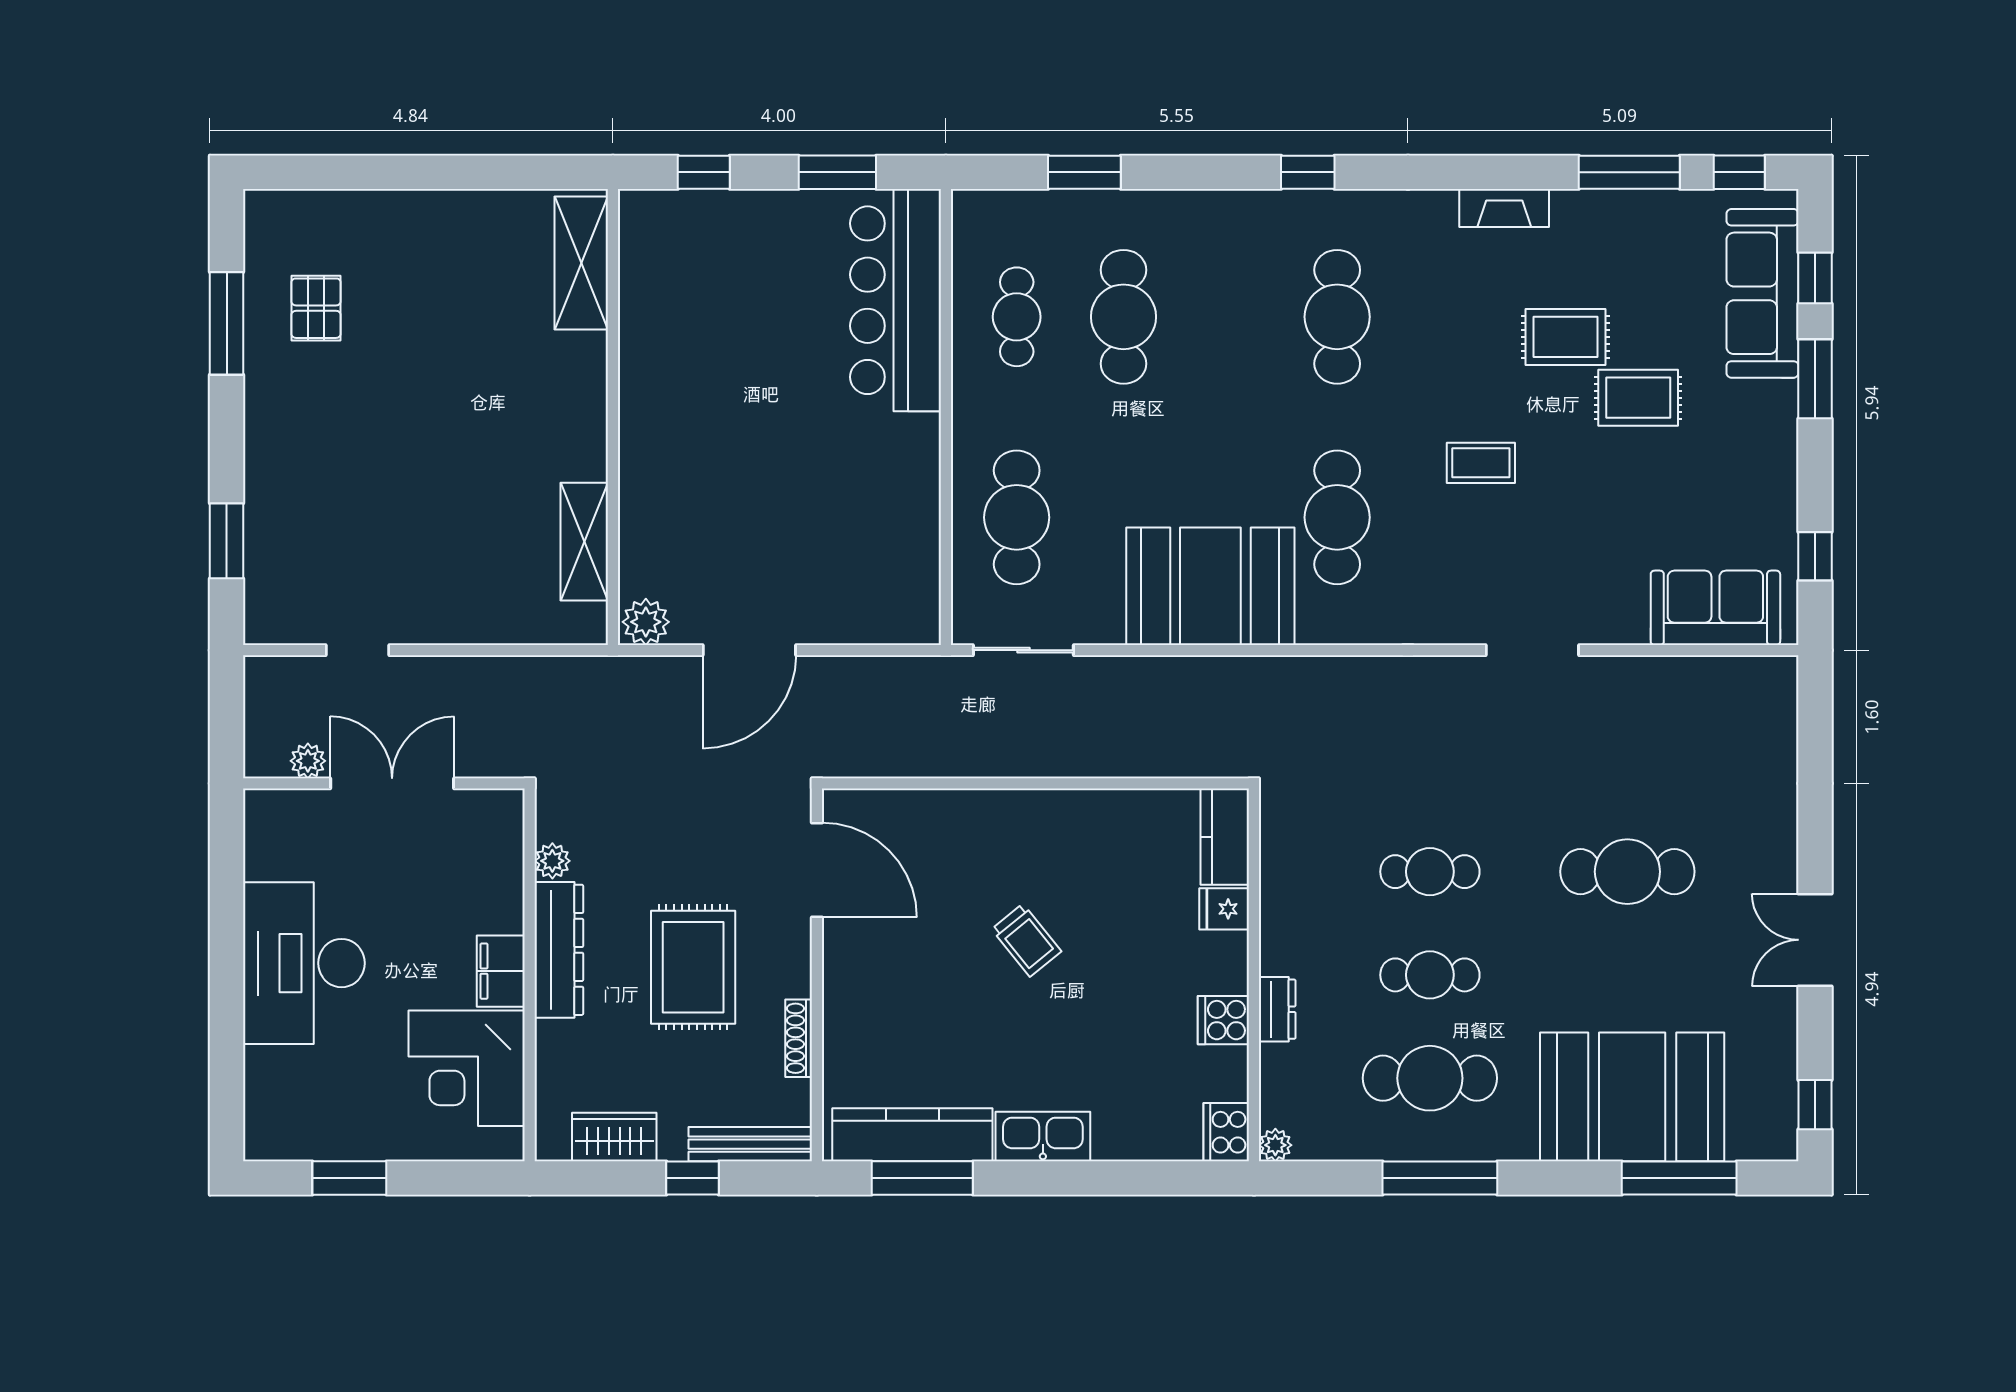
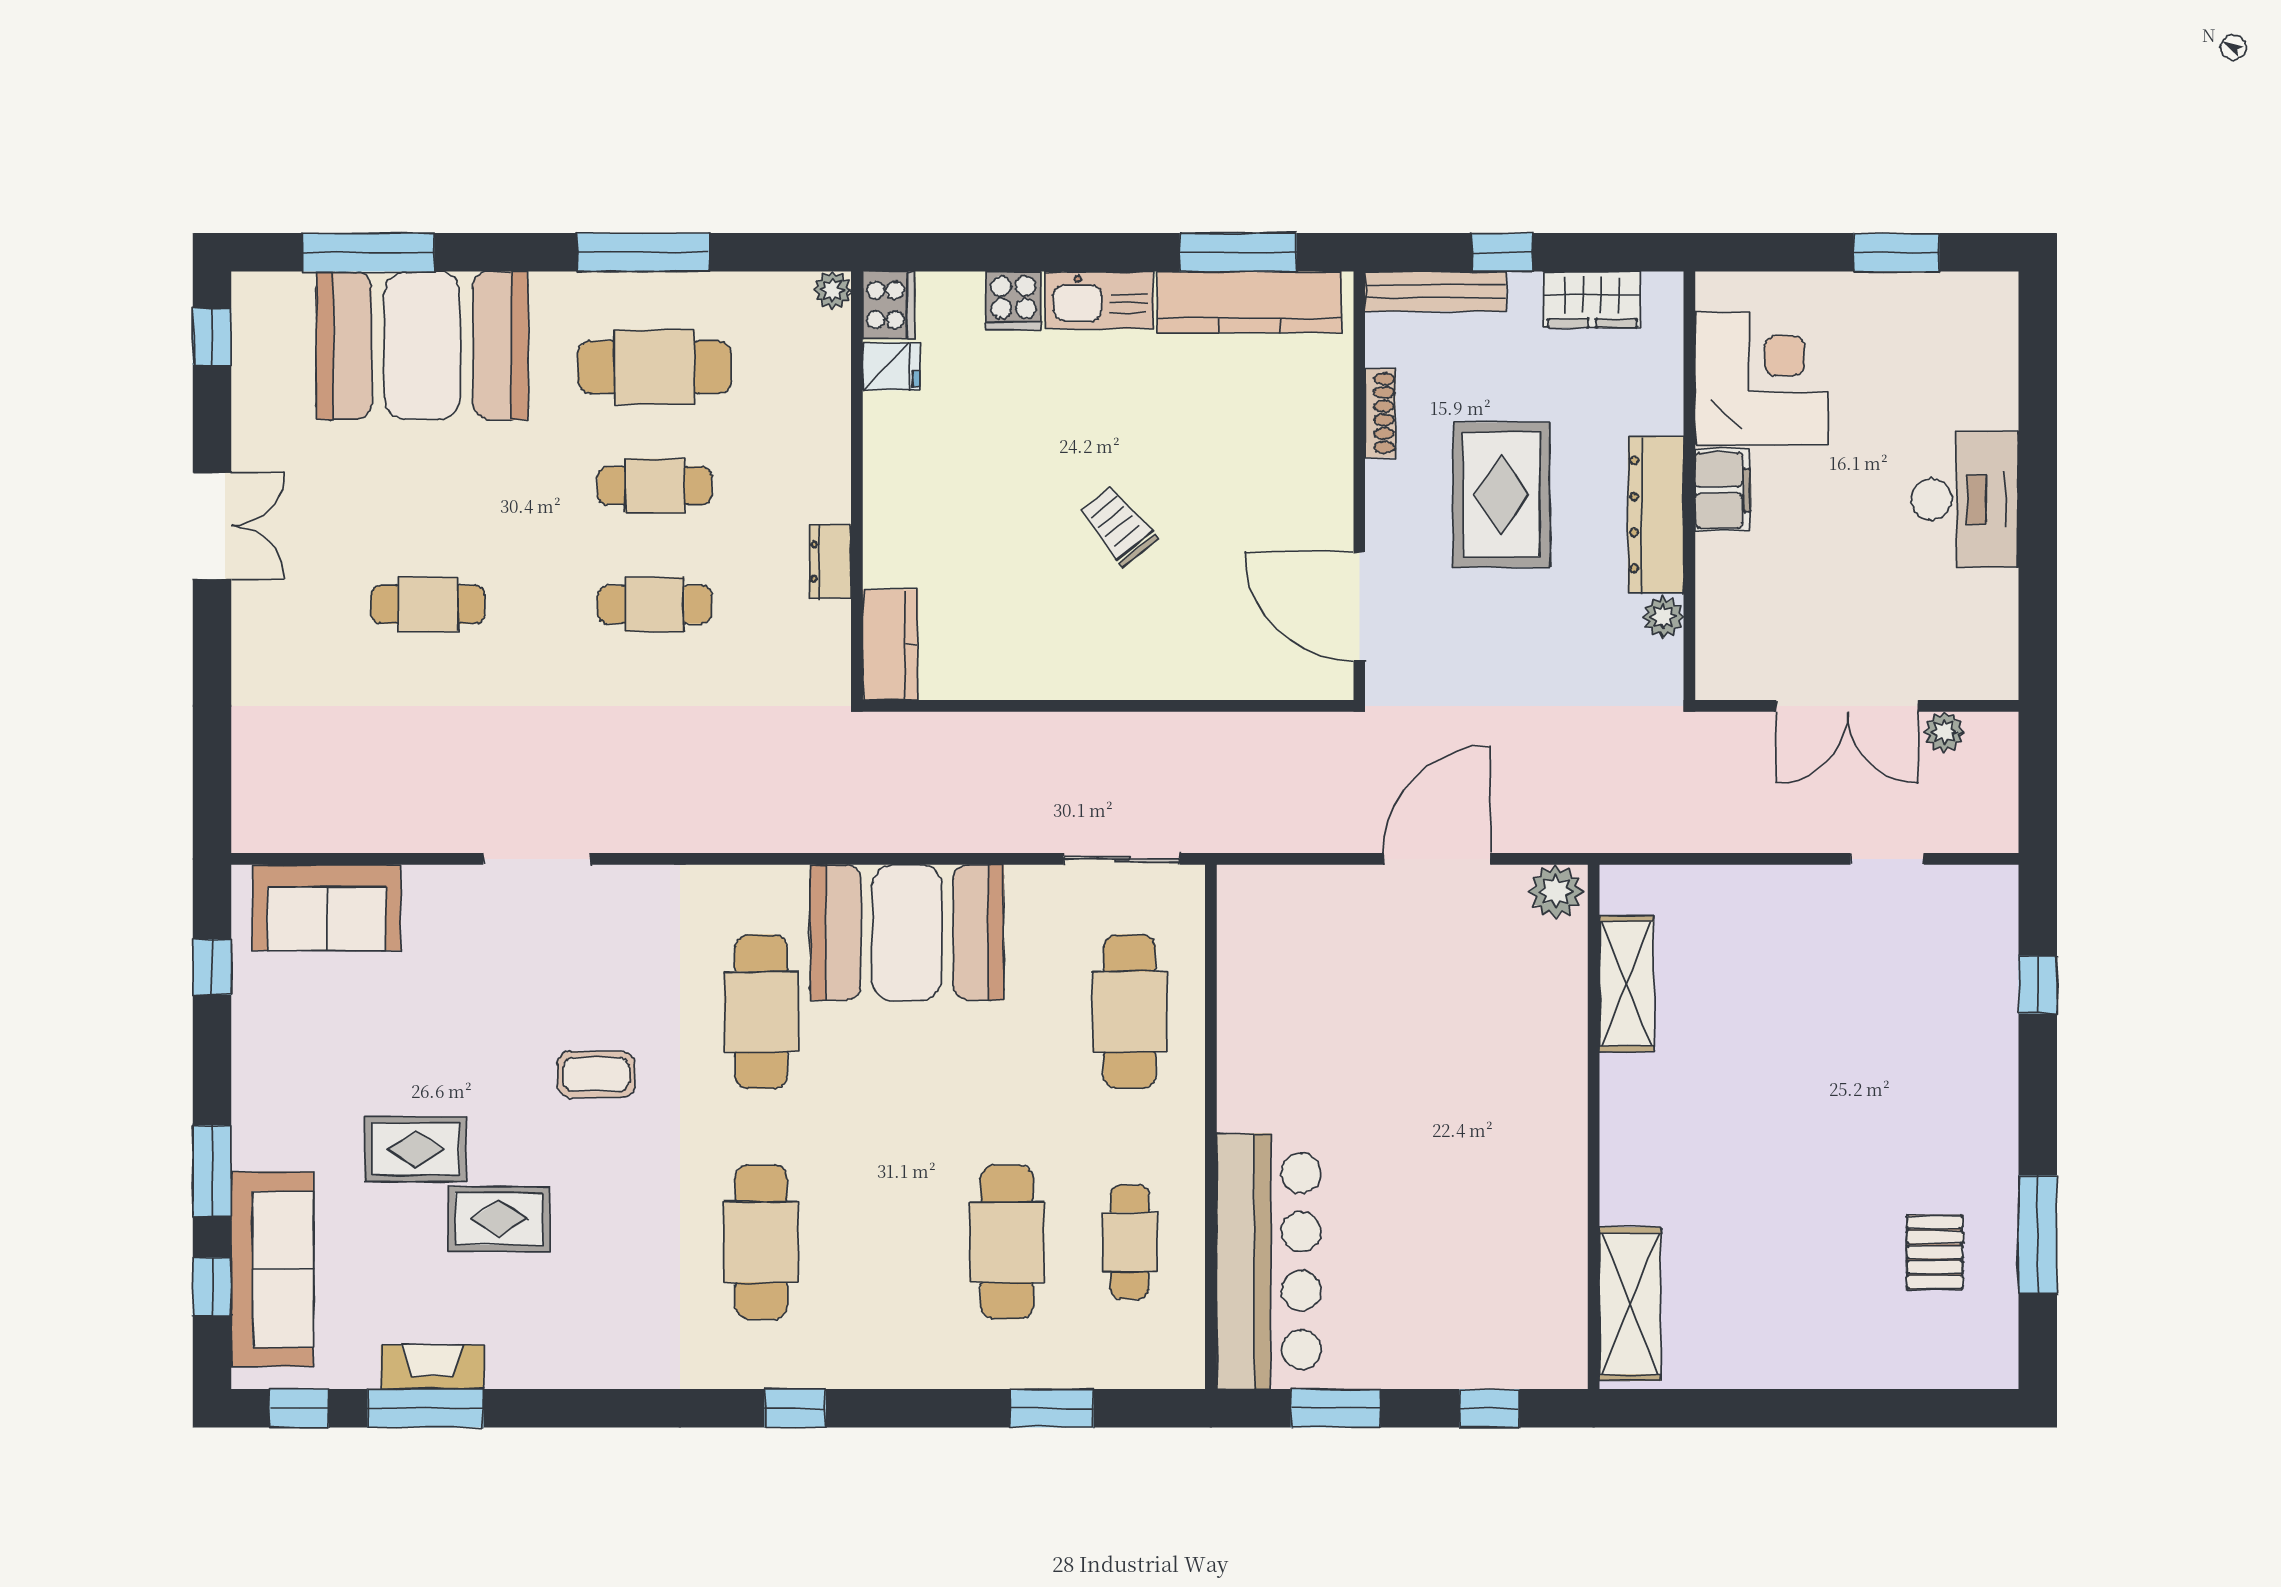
fireplace: (1504, 208) -> (432, 1367), moved
window: (227, 541) -> (2038, 985), width x0.67
cafe table: (1627, 872) -> (428, 605), width x0.73, depth x0.74
fridge: (1224, 909) -> (891, 366), moved
desk: (304, 963) -> (1965, 499), width x0.73, depth x0.77
dresser: (1277, 1009) -> (830, 562), moved
cooker: (1223, 1020) -> (1013, 301), moved, turned 90

